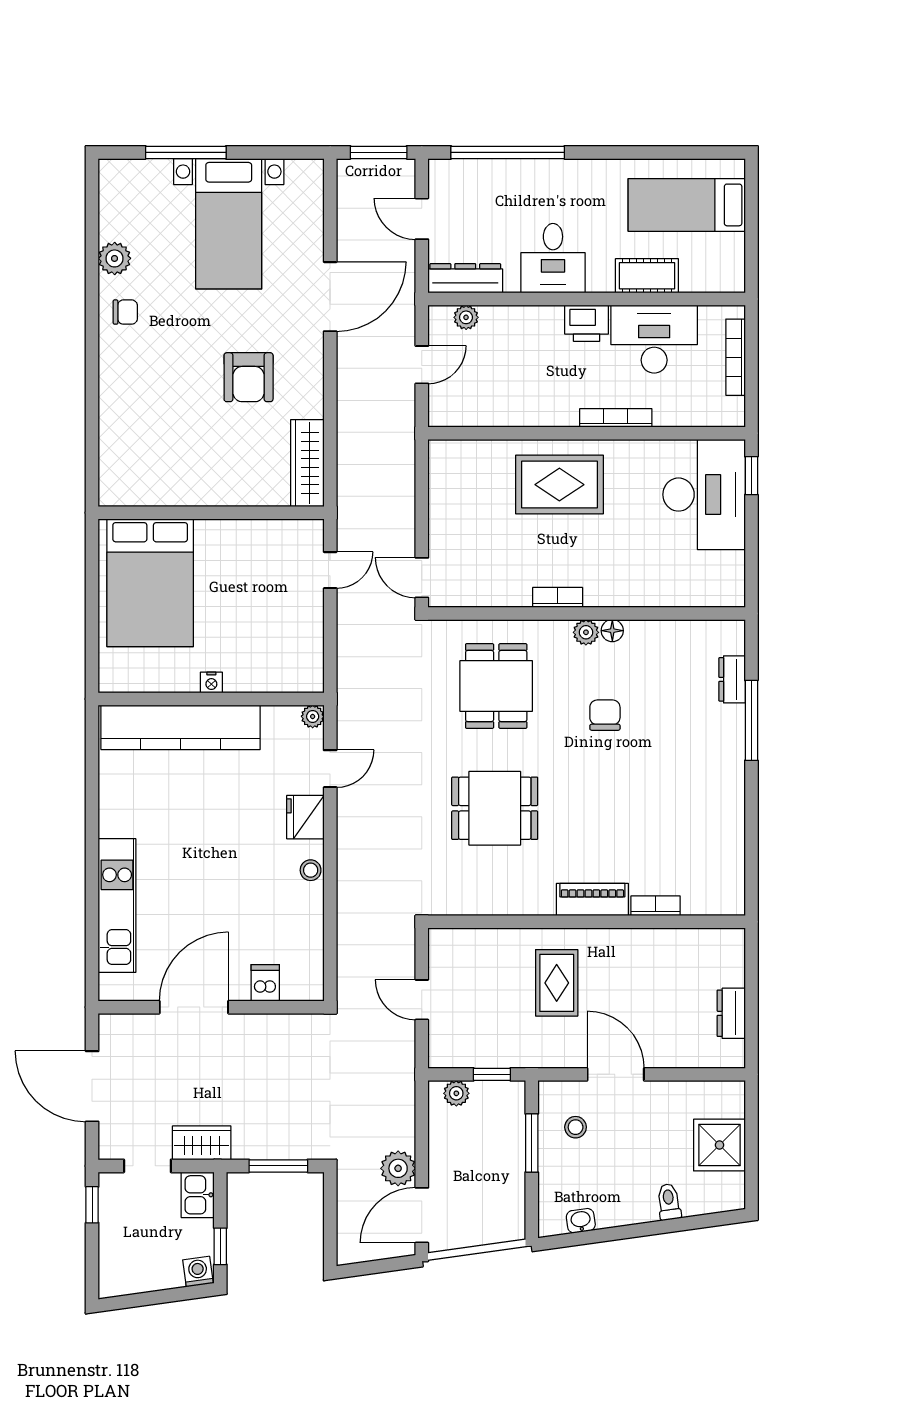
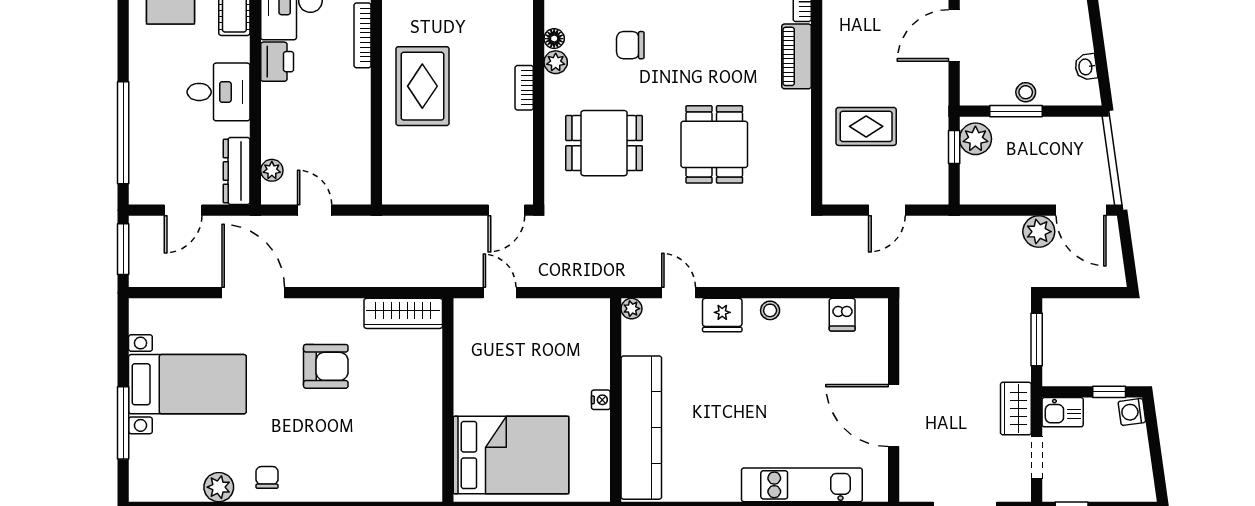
dishwasher: (265, 983) -> (842, 315), moved, turned -90
rug: (557, 983) -> (866, 126), moved
plant: (456, 1093) -> (975, 139), moved, width x1.38, depth x1.38
stool: (576, 1127) -> (1026, 92), moved

